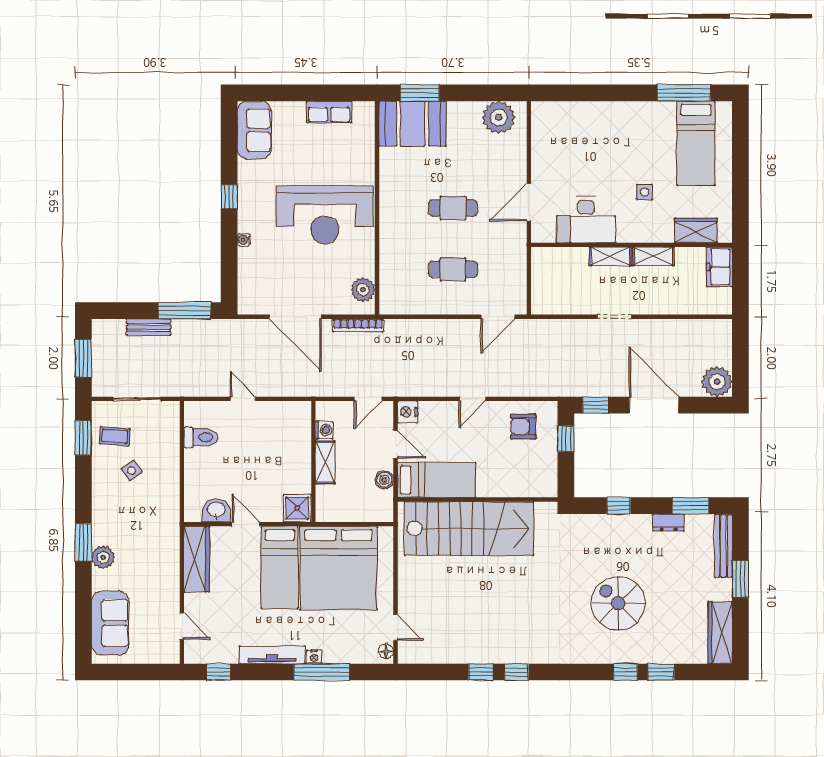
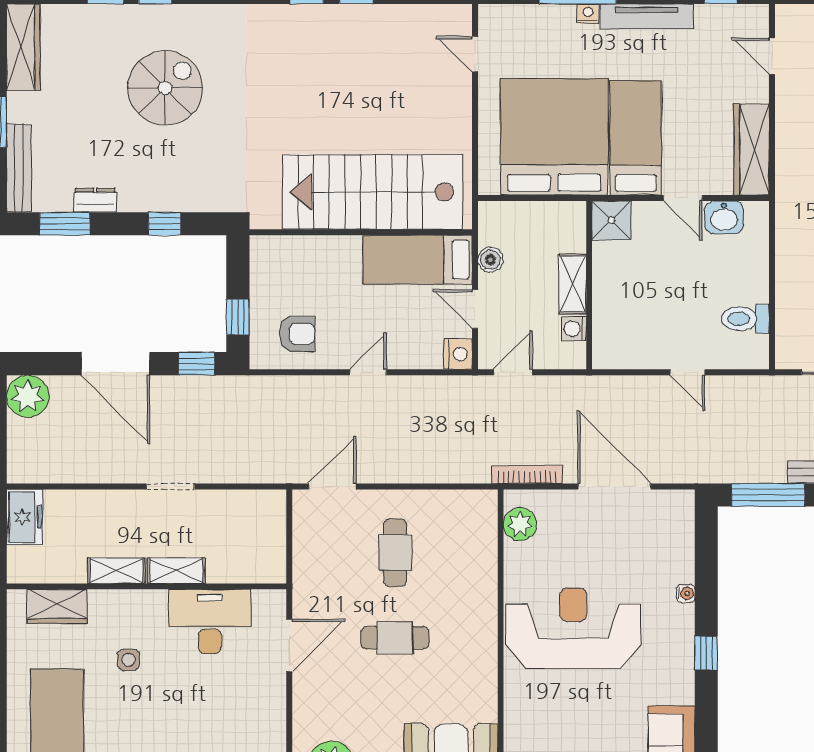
freezer: (719, 267) -> (25, 517), moved
cafe table: (453, 269) -> (395, 553), turned 90
spiral stairs: (618, 603) -> (165, 88), turned -90
floor lamp: (386, 651) -> (488, 21), removed

